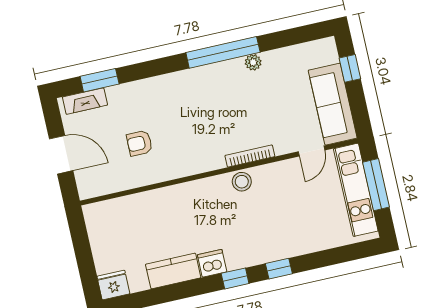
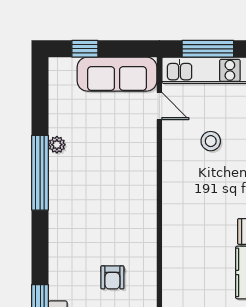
bookcase: (250, 156) -> (150, 169), removed
stool: (242, 182) -> (211, 141), moved

